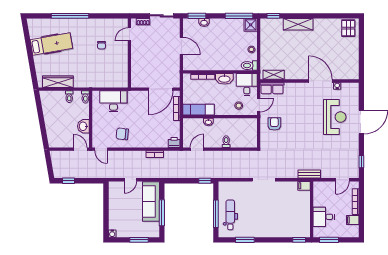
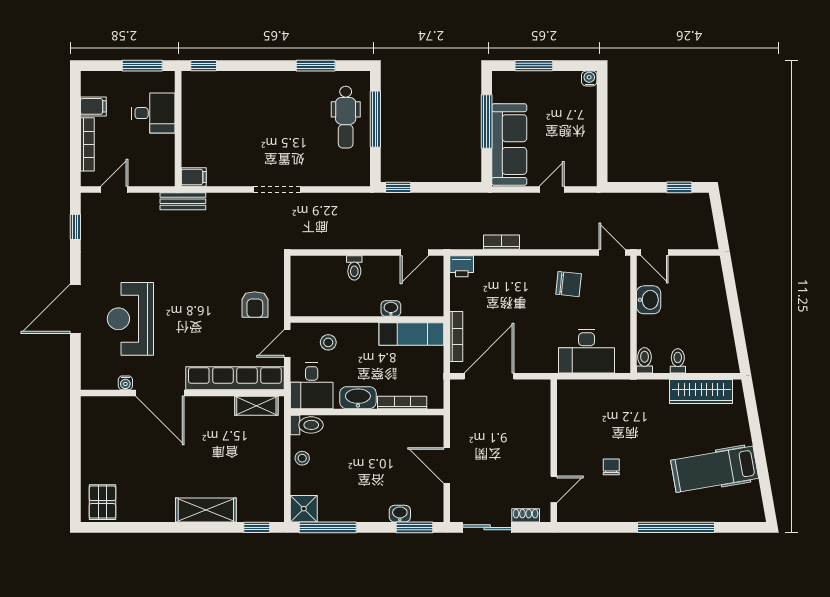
row of seats: (272, 88) -> (235, 378), width x2.02

